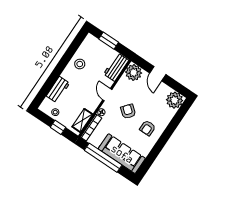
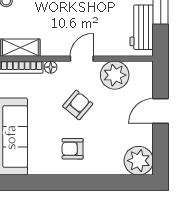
workbench: (116, 67) -> (142, 27), moved, turned -90
plant: (134, 72) -> (115, 75), moved

